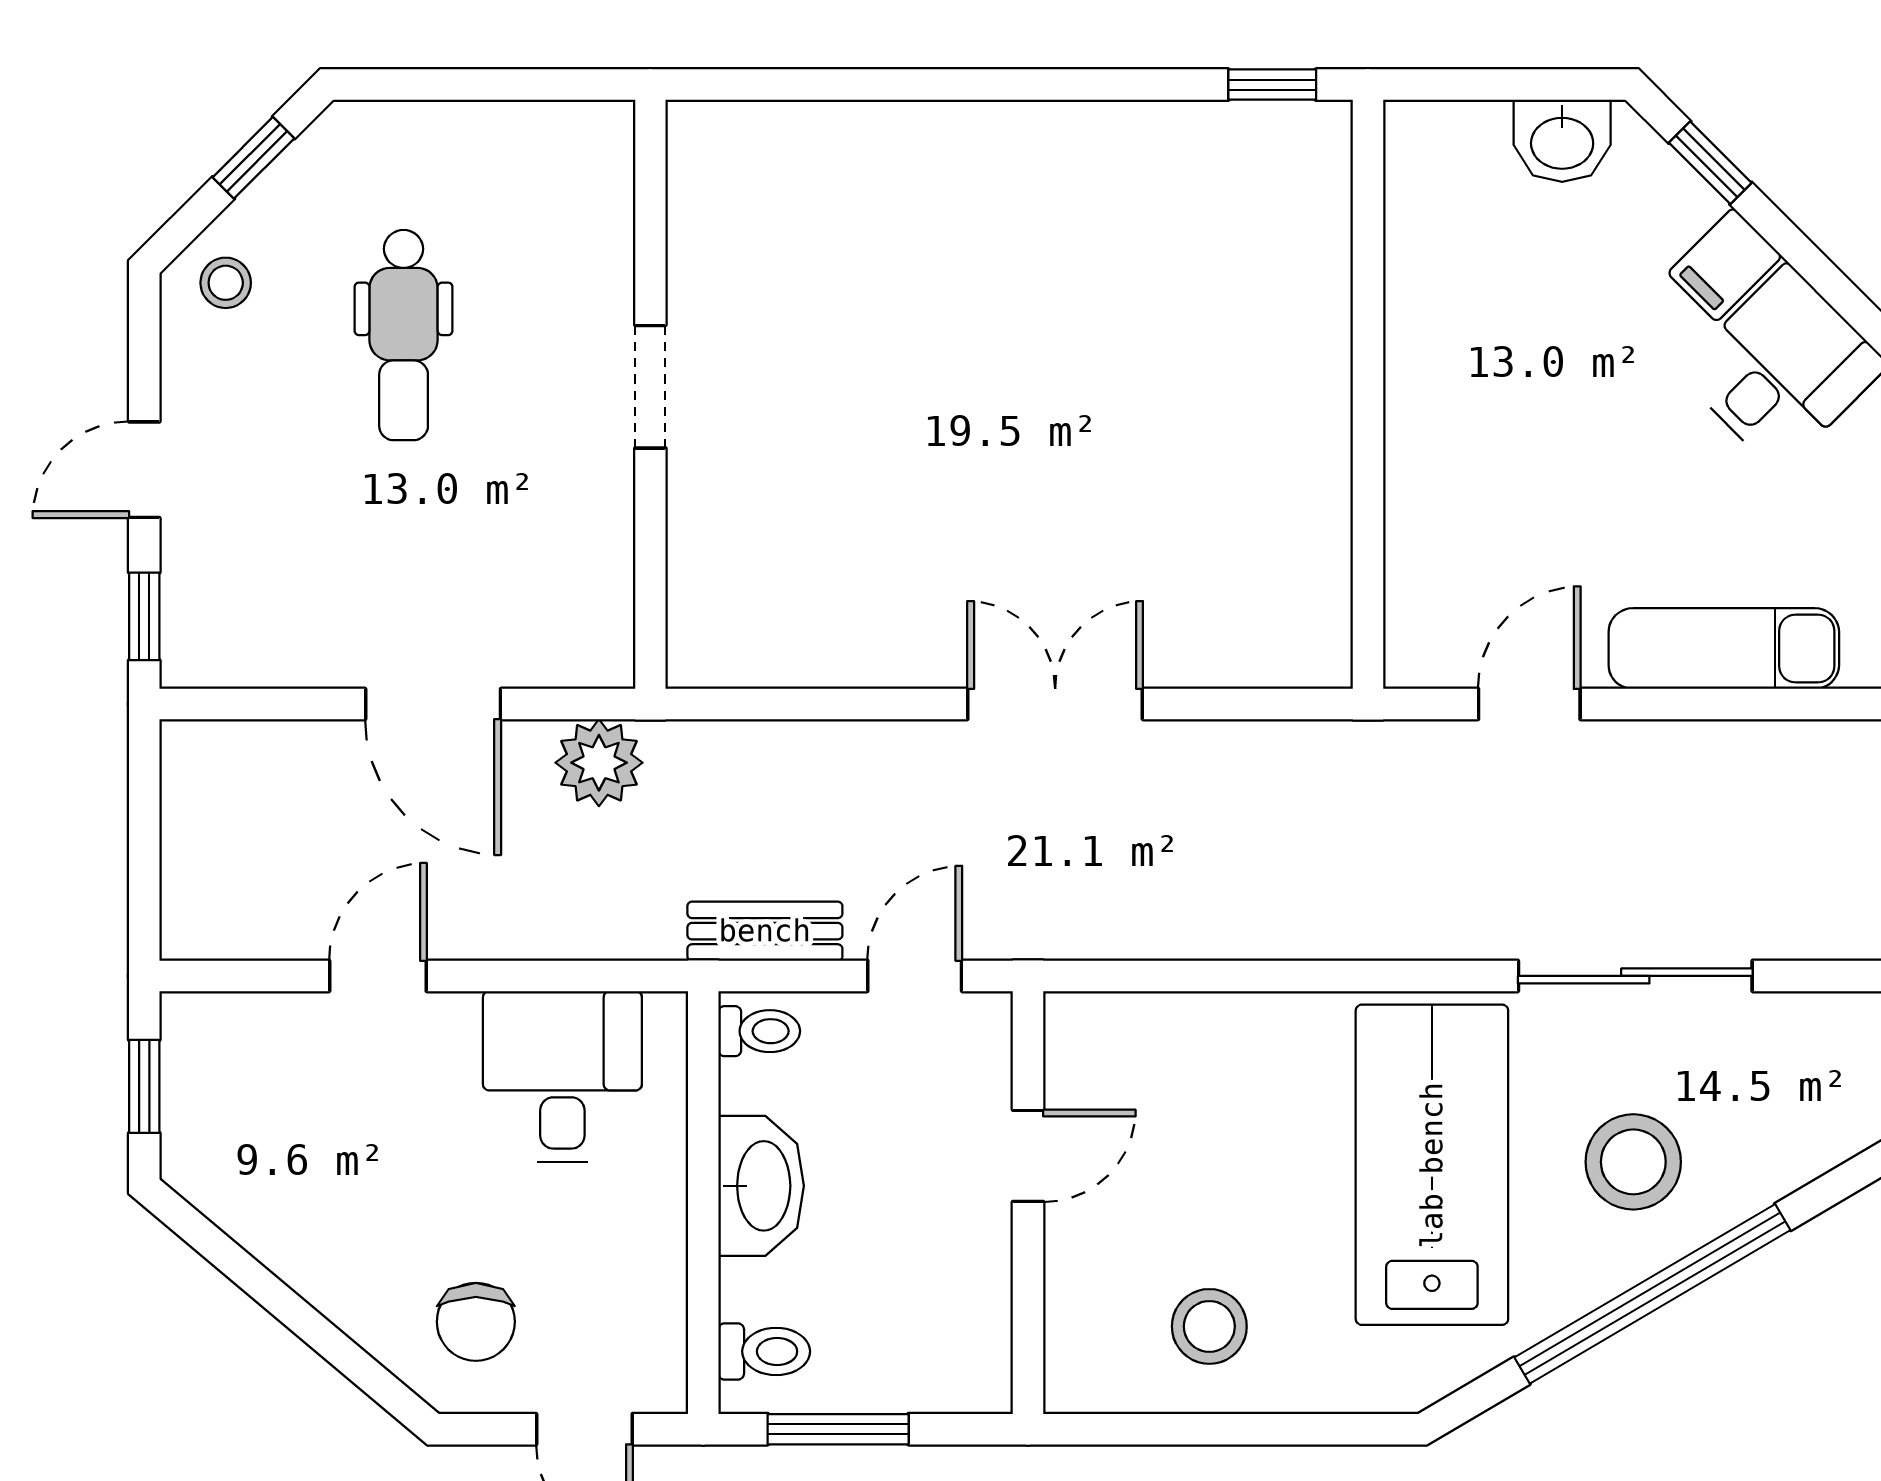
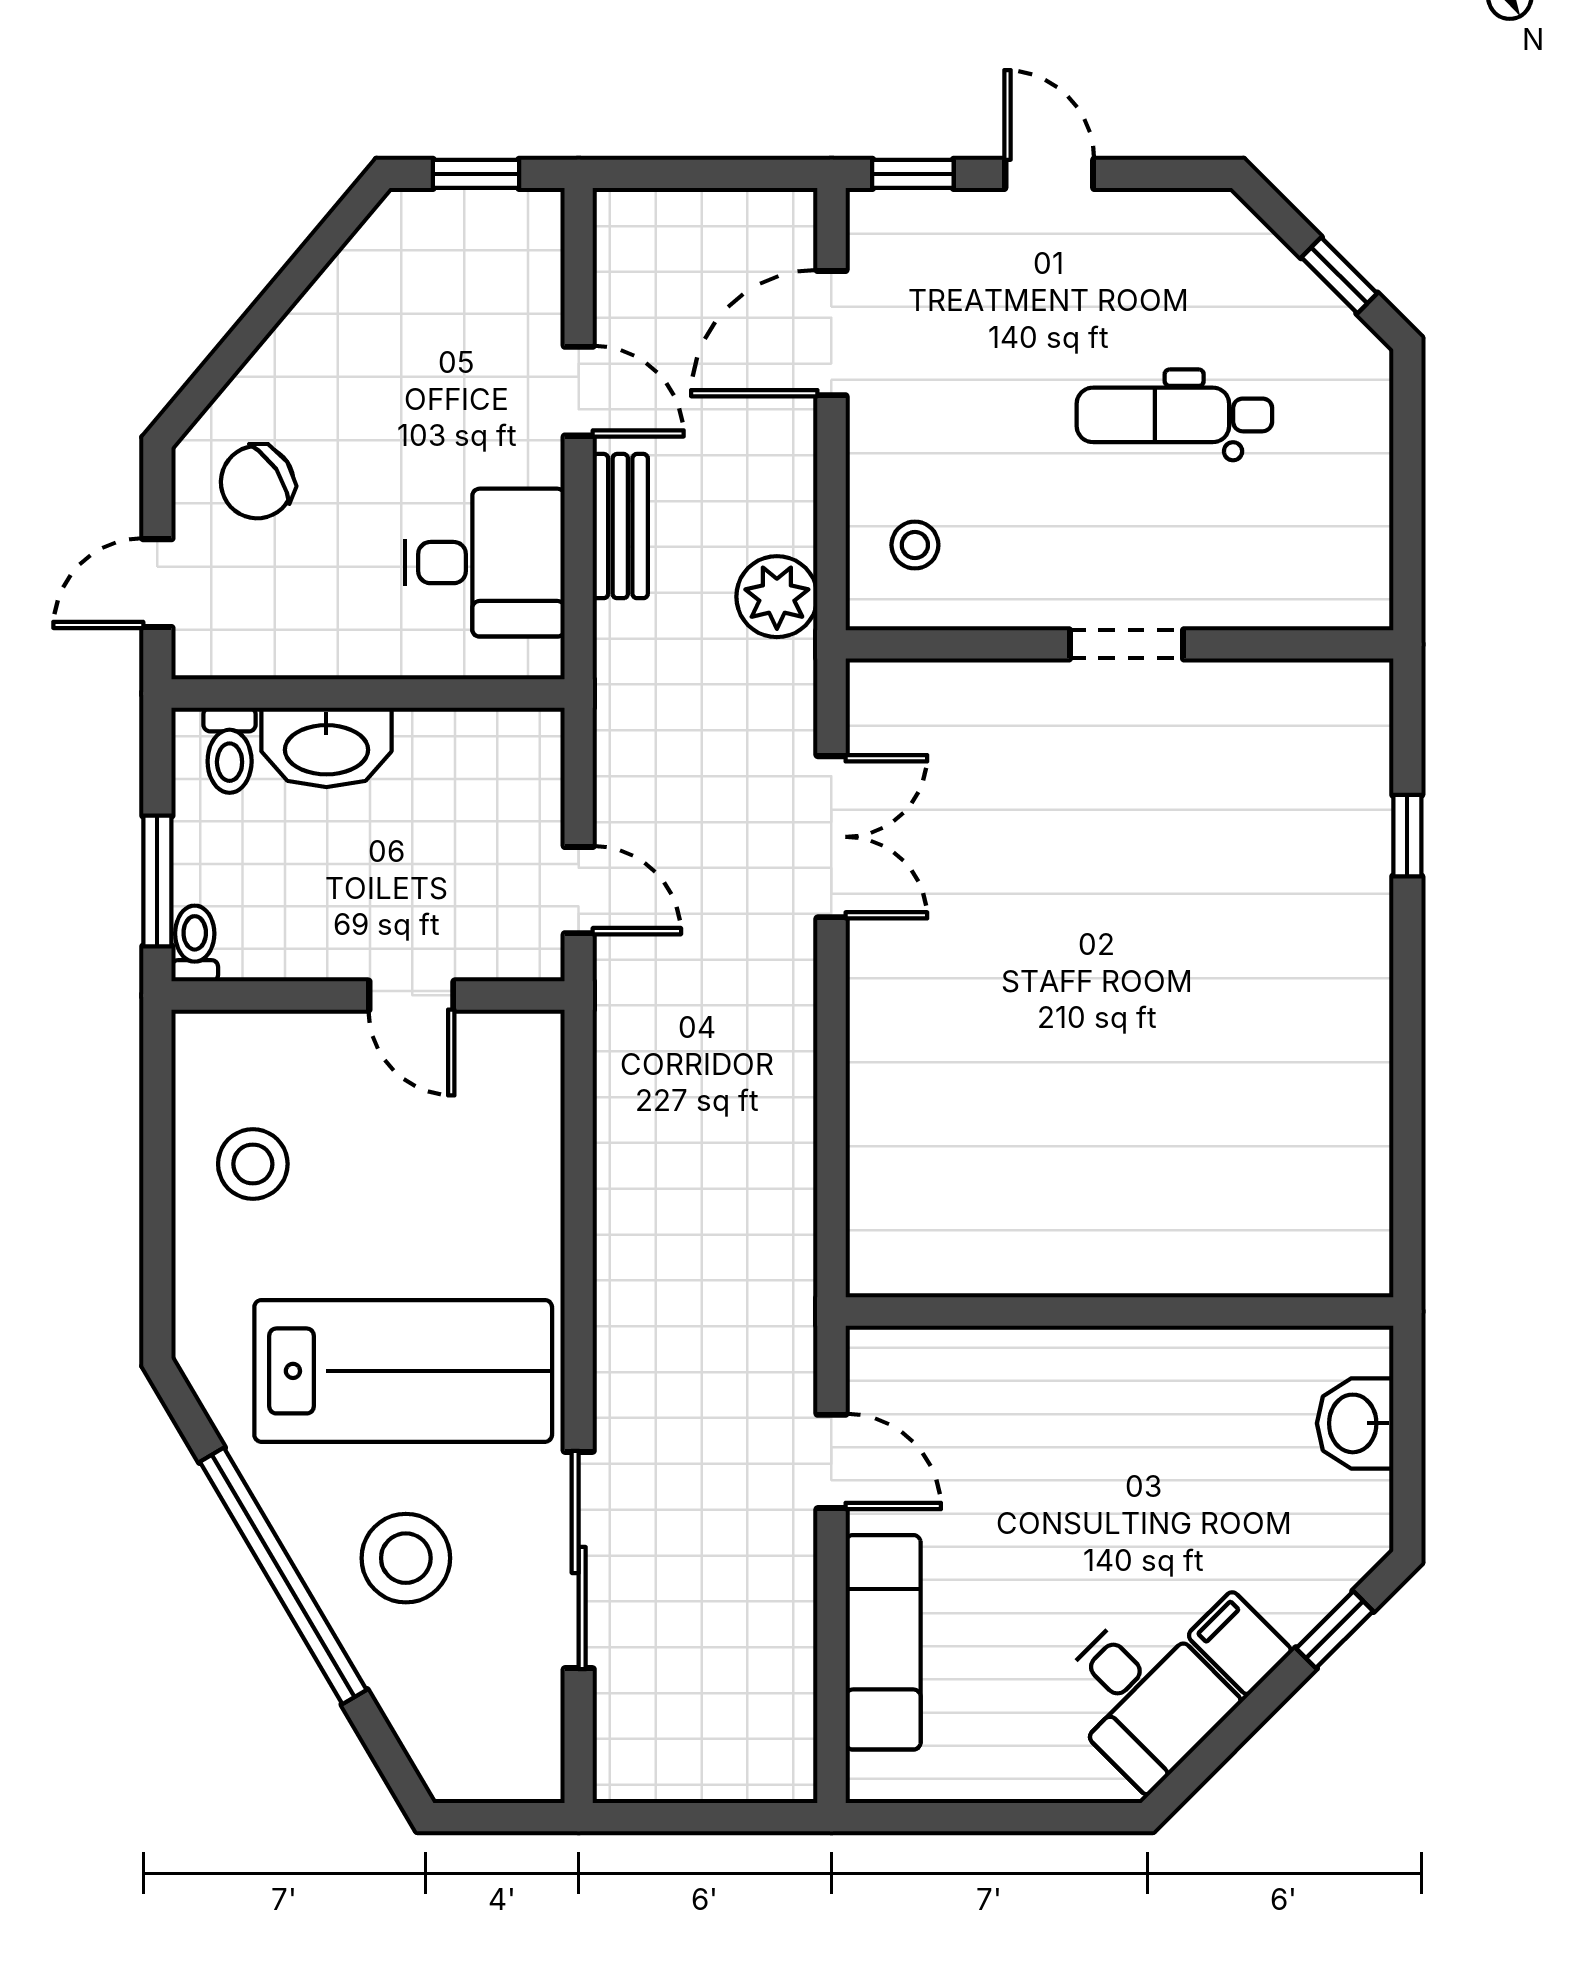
window: (1272, 85) -> (1407, 836), moved
washbasin: (1562, 141) -> (1355, 1423), moved
stool: (226, 283) -> (915, 545), moved
door: (433, 704) -> (831, 333), moved
double door: (1055, 704) -> (831, 837), moved
bench: (765, 931) -> (620, 526), moved
toilet: (759, 1031) -> (195, 943), moved, turned 180
washbasin: (761, 1186) -> (326, 747), moved
chair: (476, 1322) -> (257, 482), turned -34
window: (838, 1429) -> (157, 881), moved

